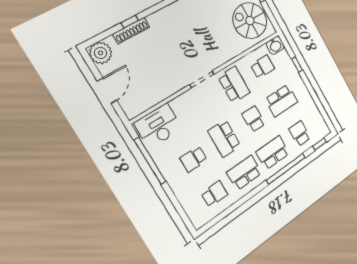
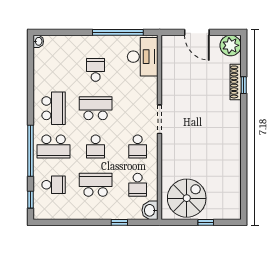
school desk: (234, 85) -> (138, 147), width x0.54
school desk: (281, 100) -> (96, 185), turned 90
school desk: (254, 119) -> (96, 147), turned 90
school desk: (273, 153) -> (54, 147), turned 90
school desk: (214, 194) -> (54, 70), removed
washbasin: (199, 223) -> (38, 41), added

